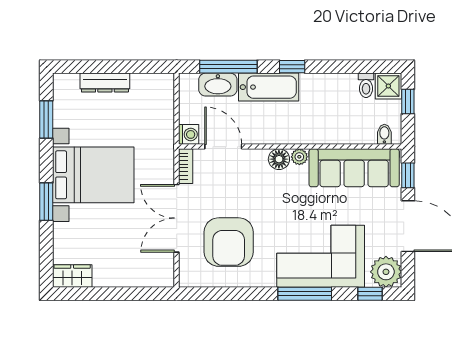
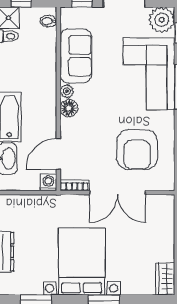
sofa: (354, 168) -> (76, 56), width x0.73
armchair: (229, 242) -> (137, 150), turned 90

